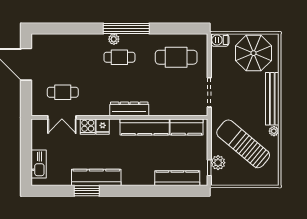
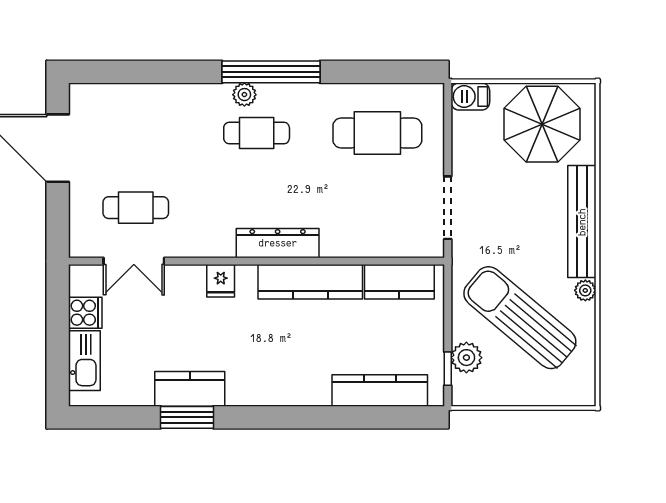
cooker: (88, 127) -> (85, 313), moved, turned -90
kitchen counter: (96, 177) -> (190, 389), width x0.67

